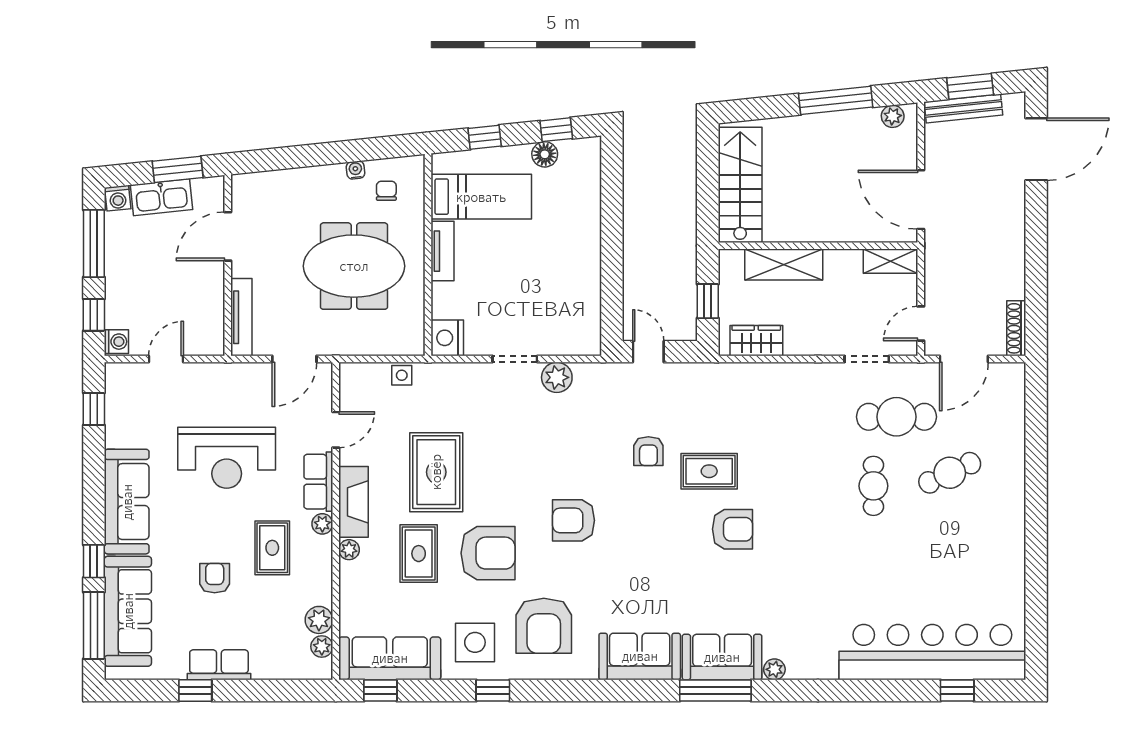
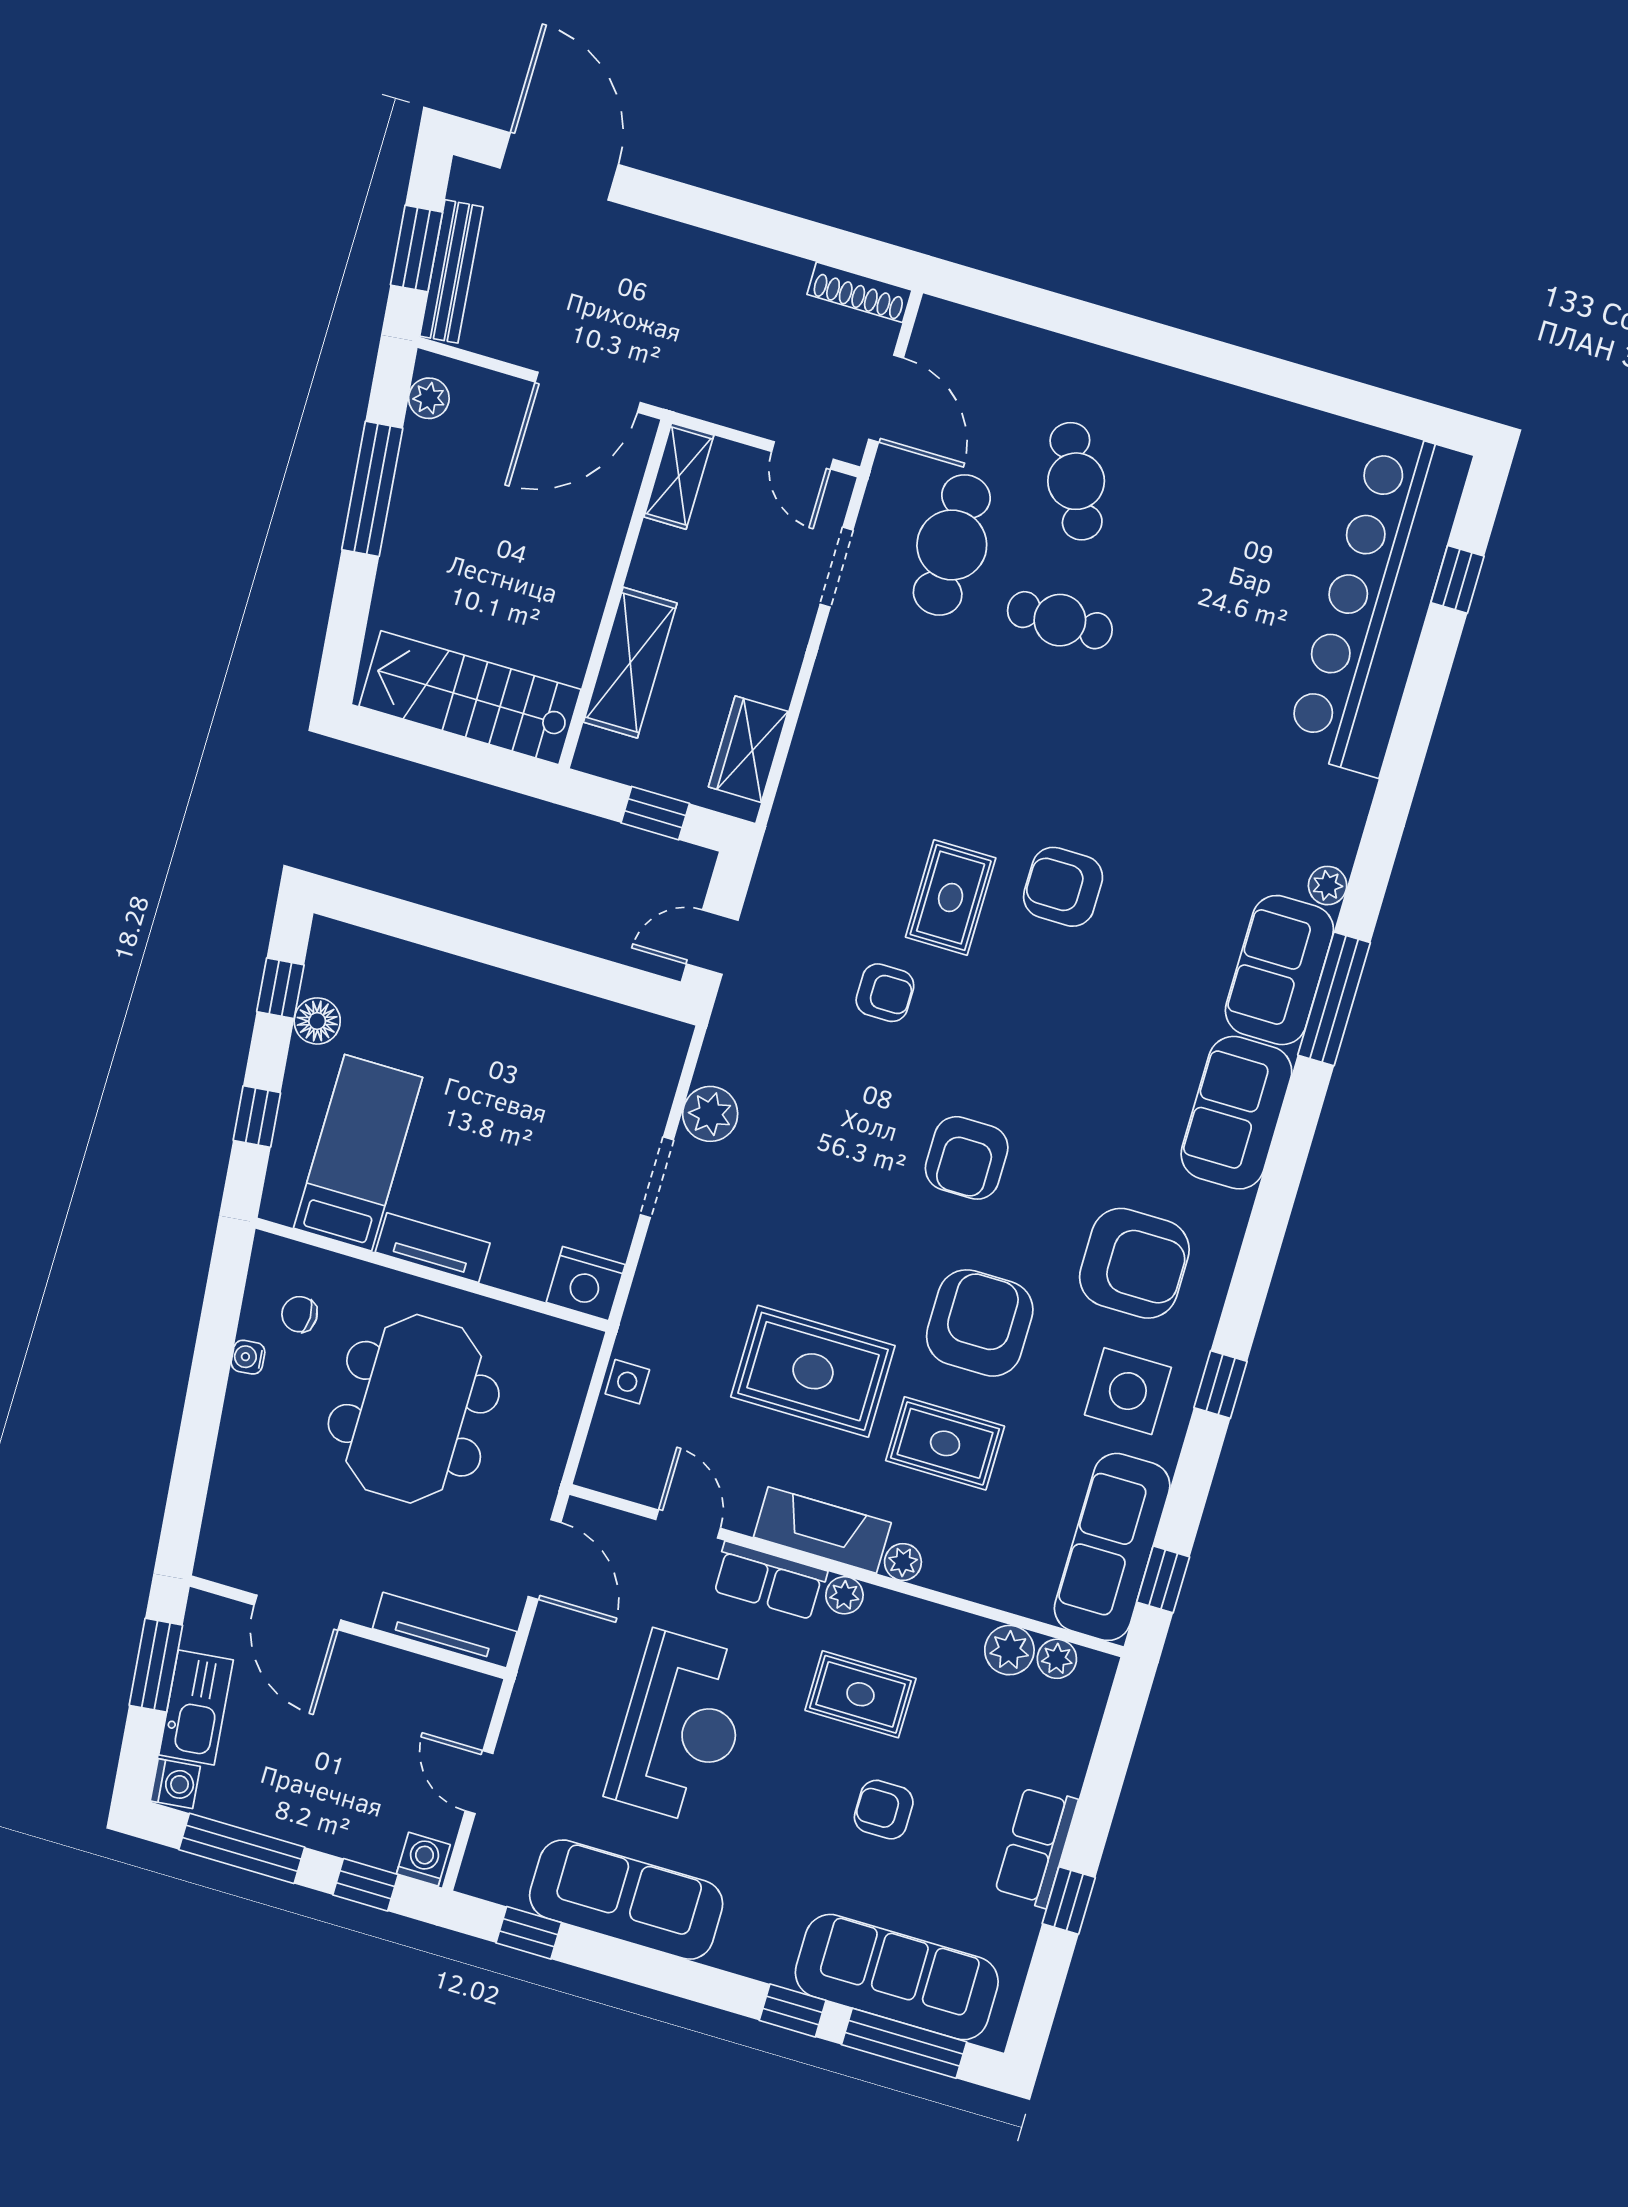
sofa: (127, 502) -> (626, 1900), moved
armchair: (732, 529) -> (1063, 887), turned -90

